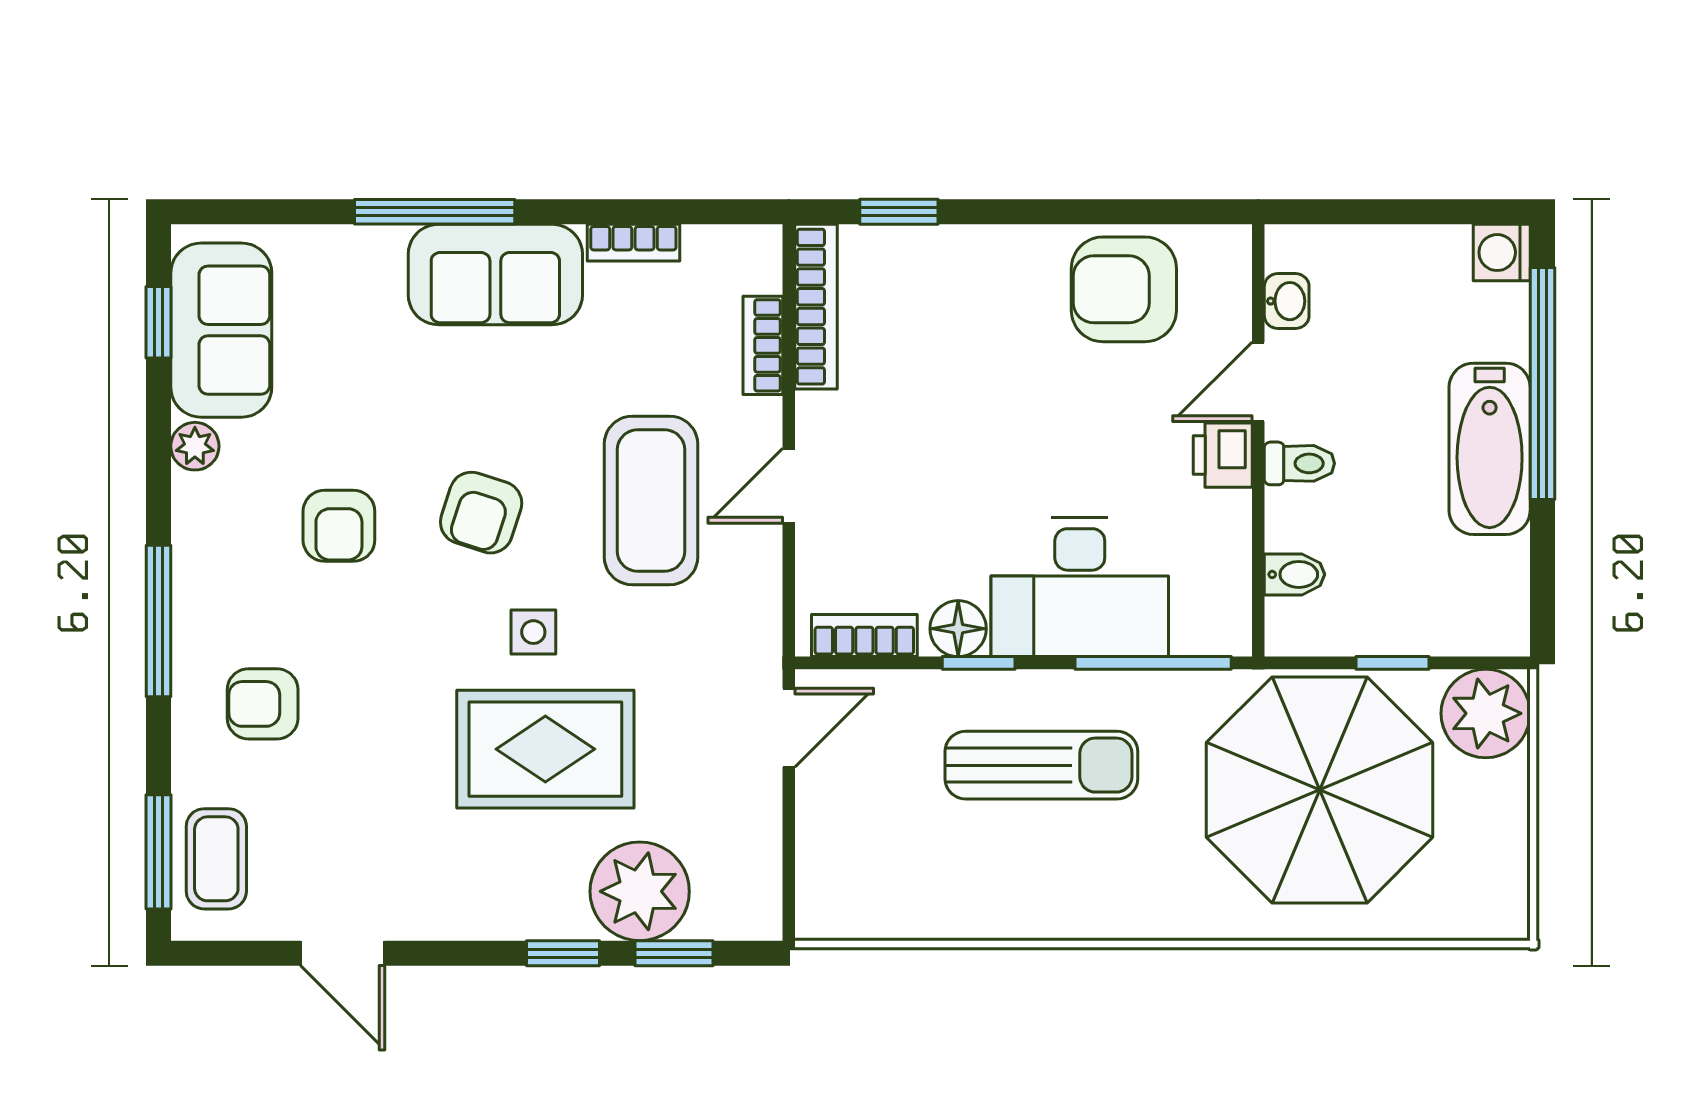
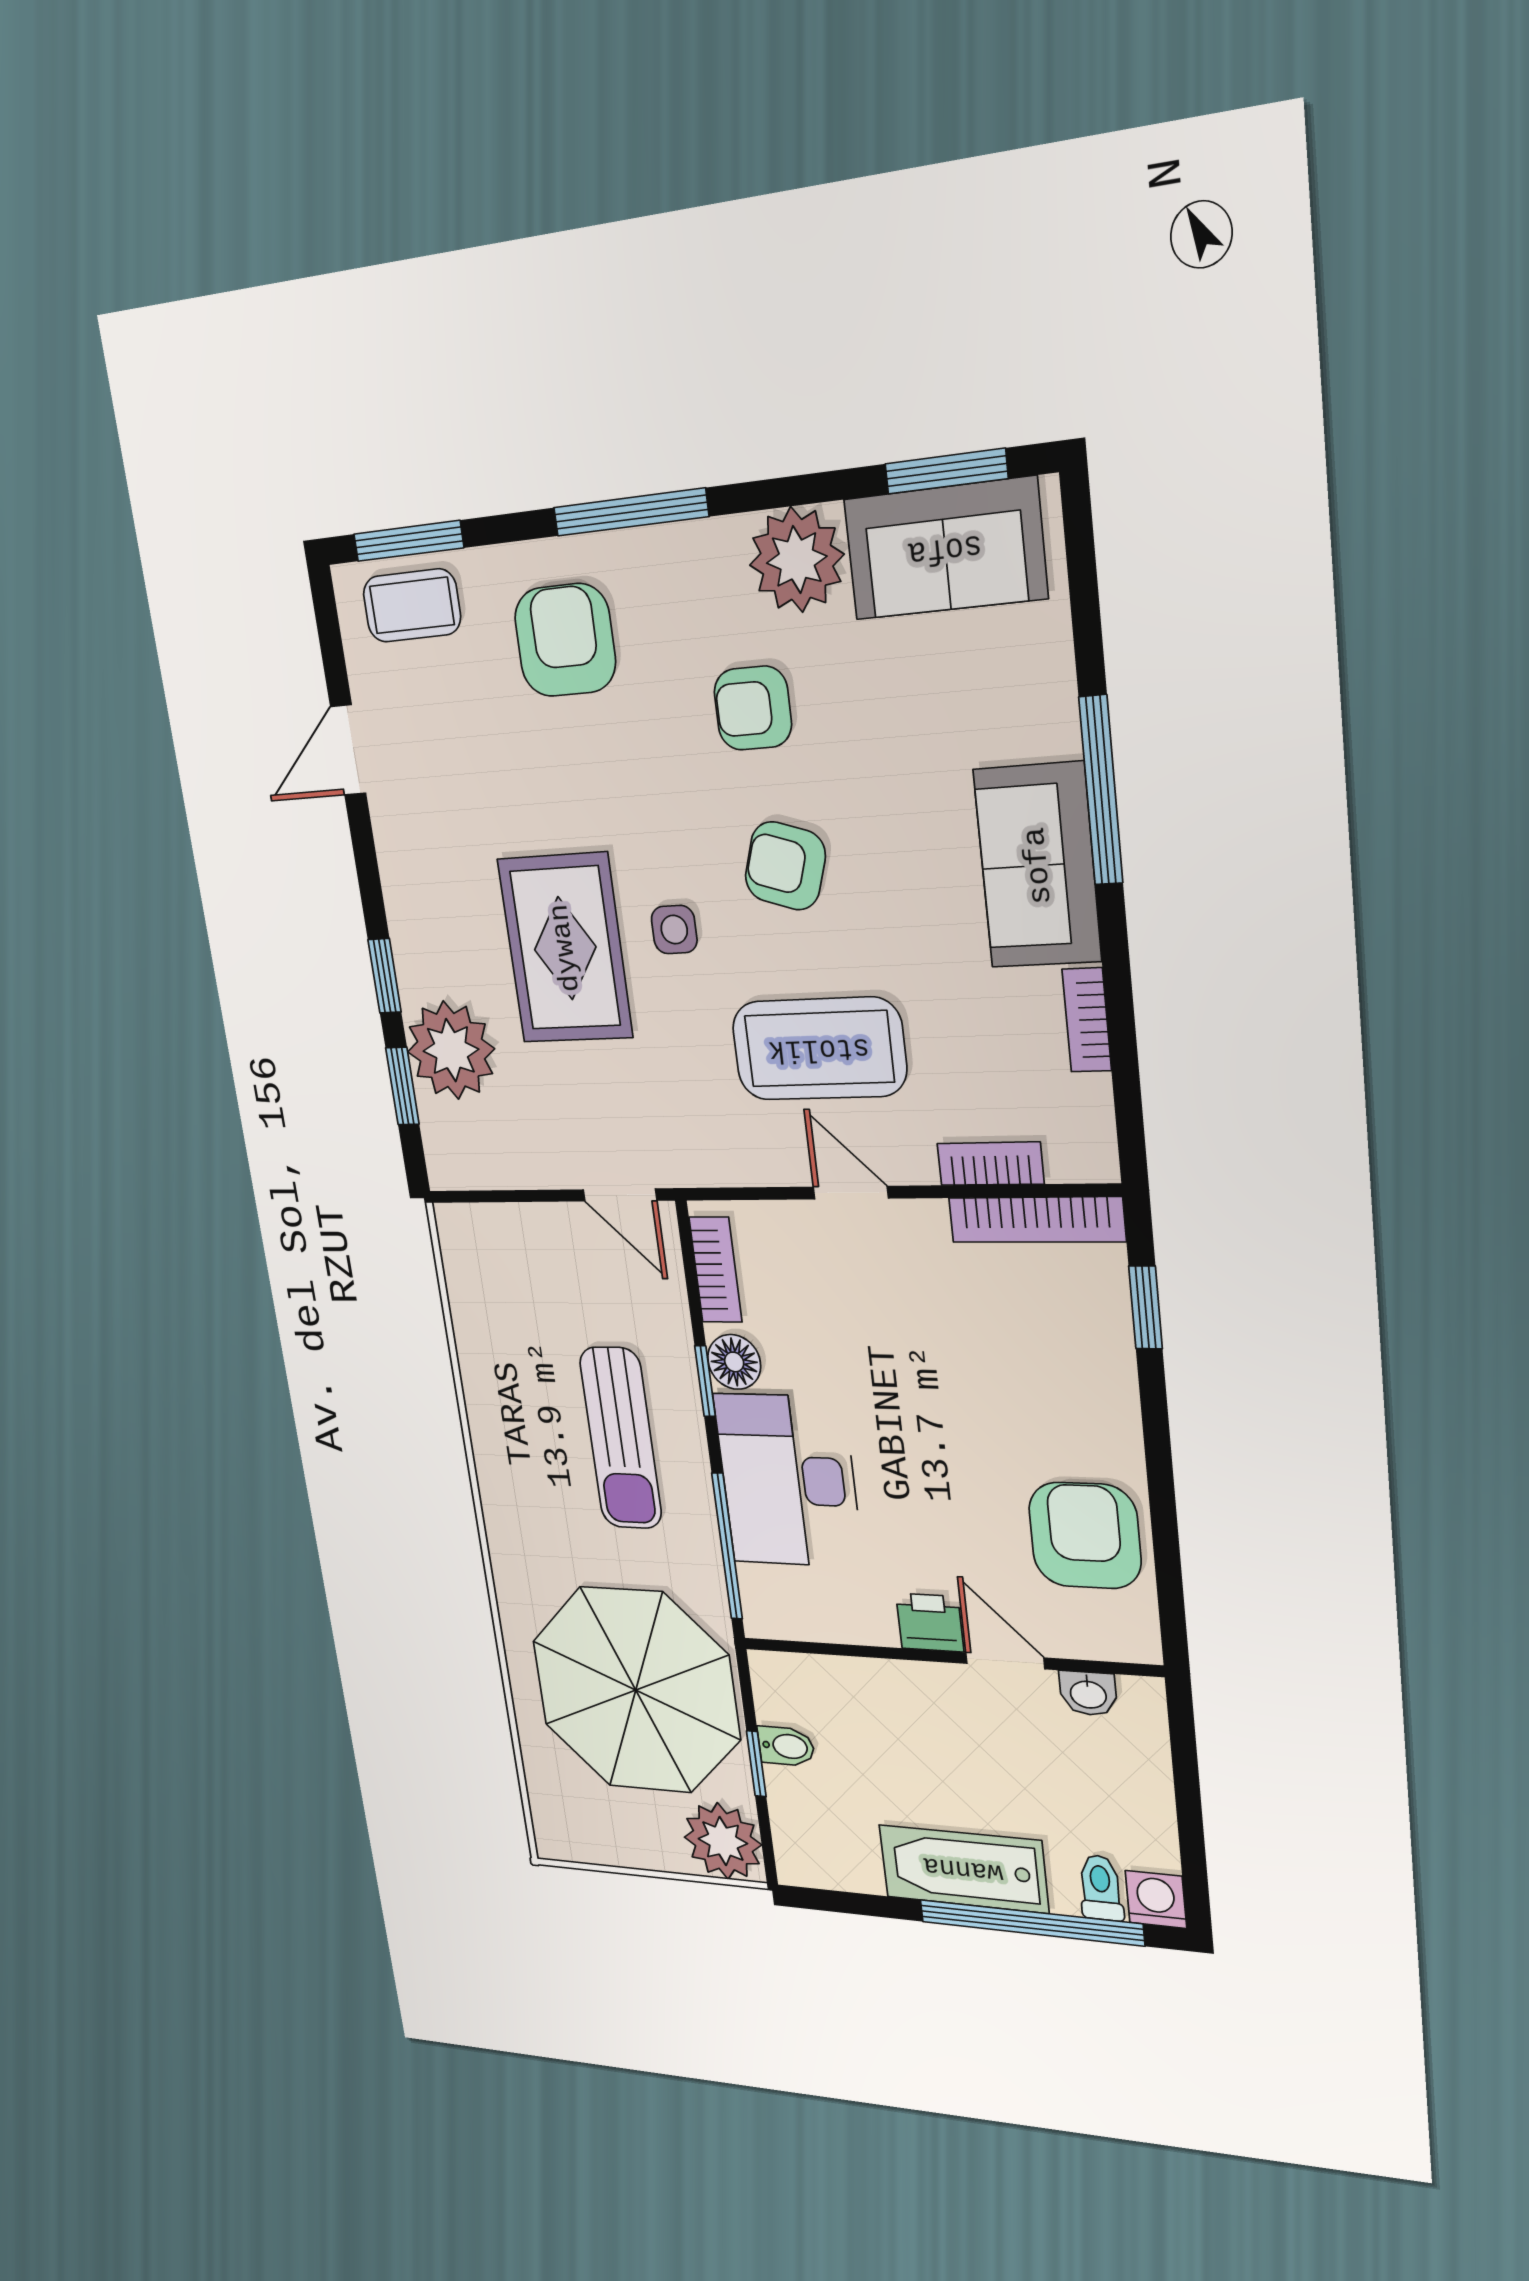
window: (159, 322) -> (946, 471), width x1.50
plant: (195, 446) -> (797, 560), width x1.88, depth x1.88
toilet: (1299, 463) -> (1101, 1888), moved, turned 180
bidet: (1295, 574) -> (786, 1746), moved, turned -90
armchair: (263, 704) -> (565, 640), width x1.38, depth x1.38

